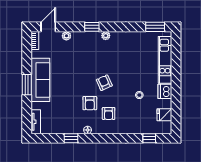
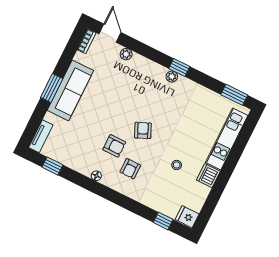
door: (48, 27) -> (110, 33), hinge flipped
window: (92, 27) -> (179, 68), moved
armchair: (90, 103) -> (114, 146), turned -90
fridge: (164, 115) -> (187, 217), moved
window: (71, 138) -> (52, 166), moved

